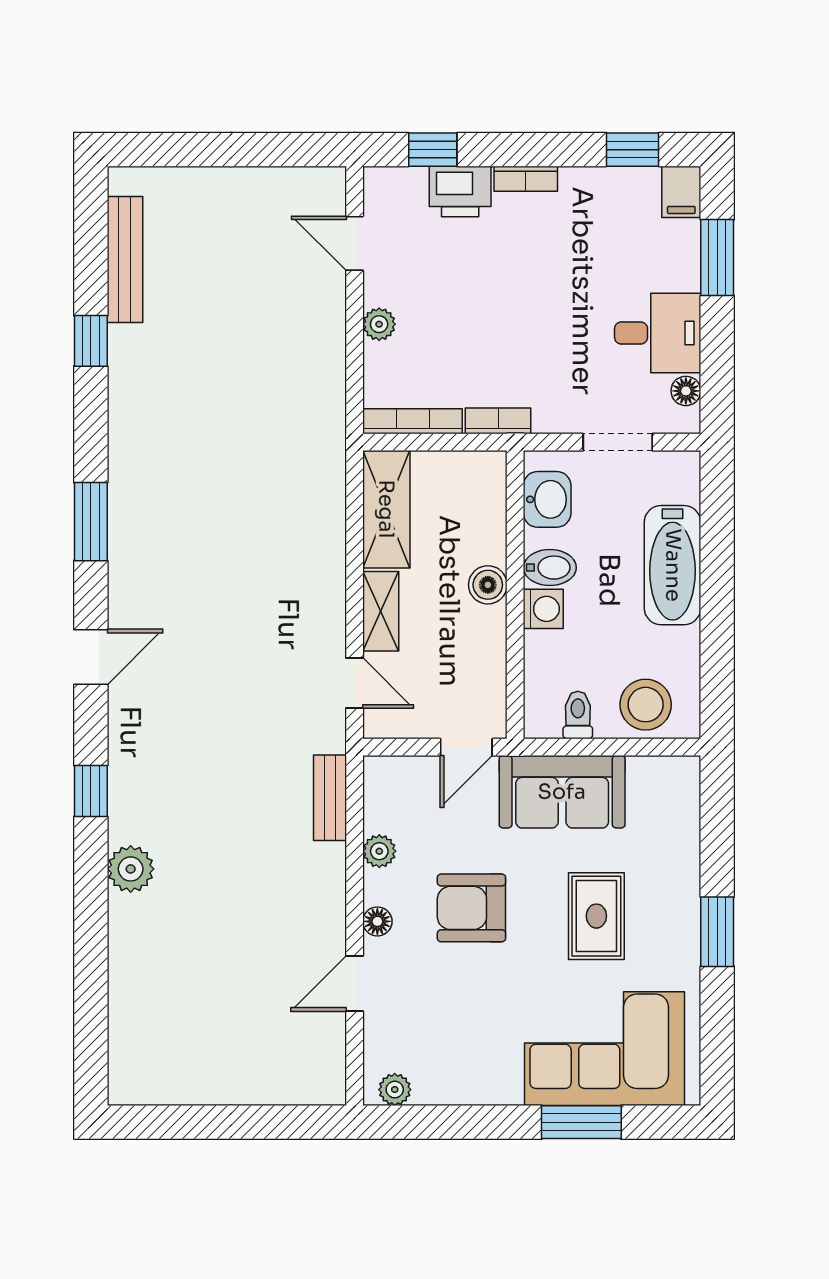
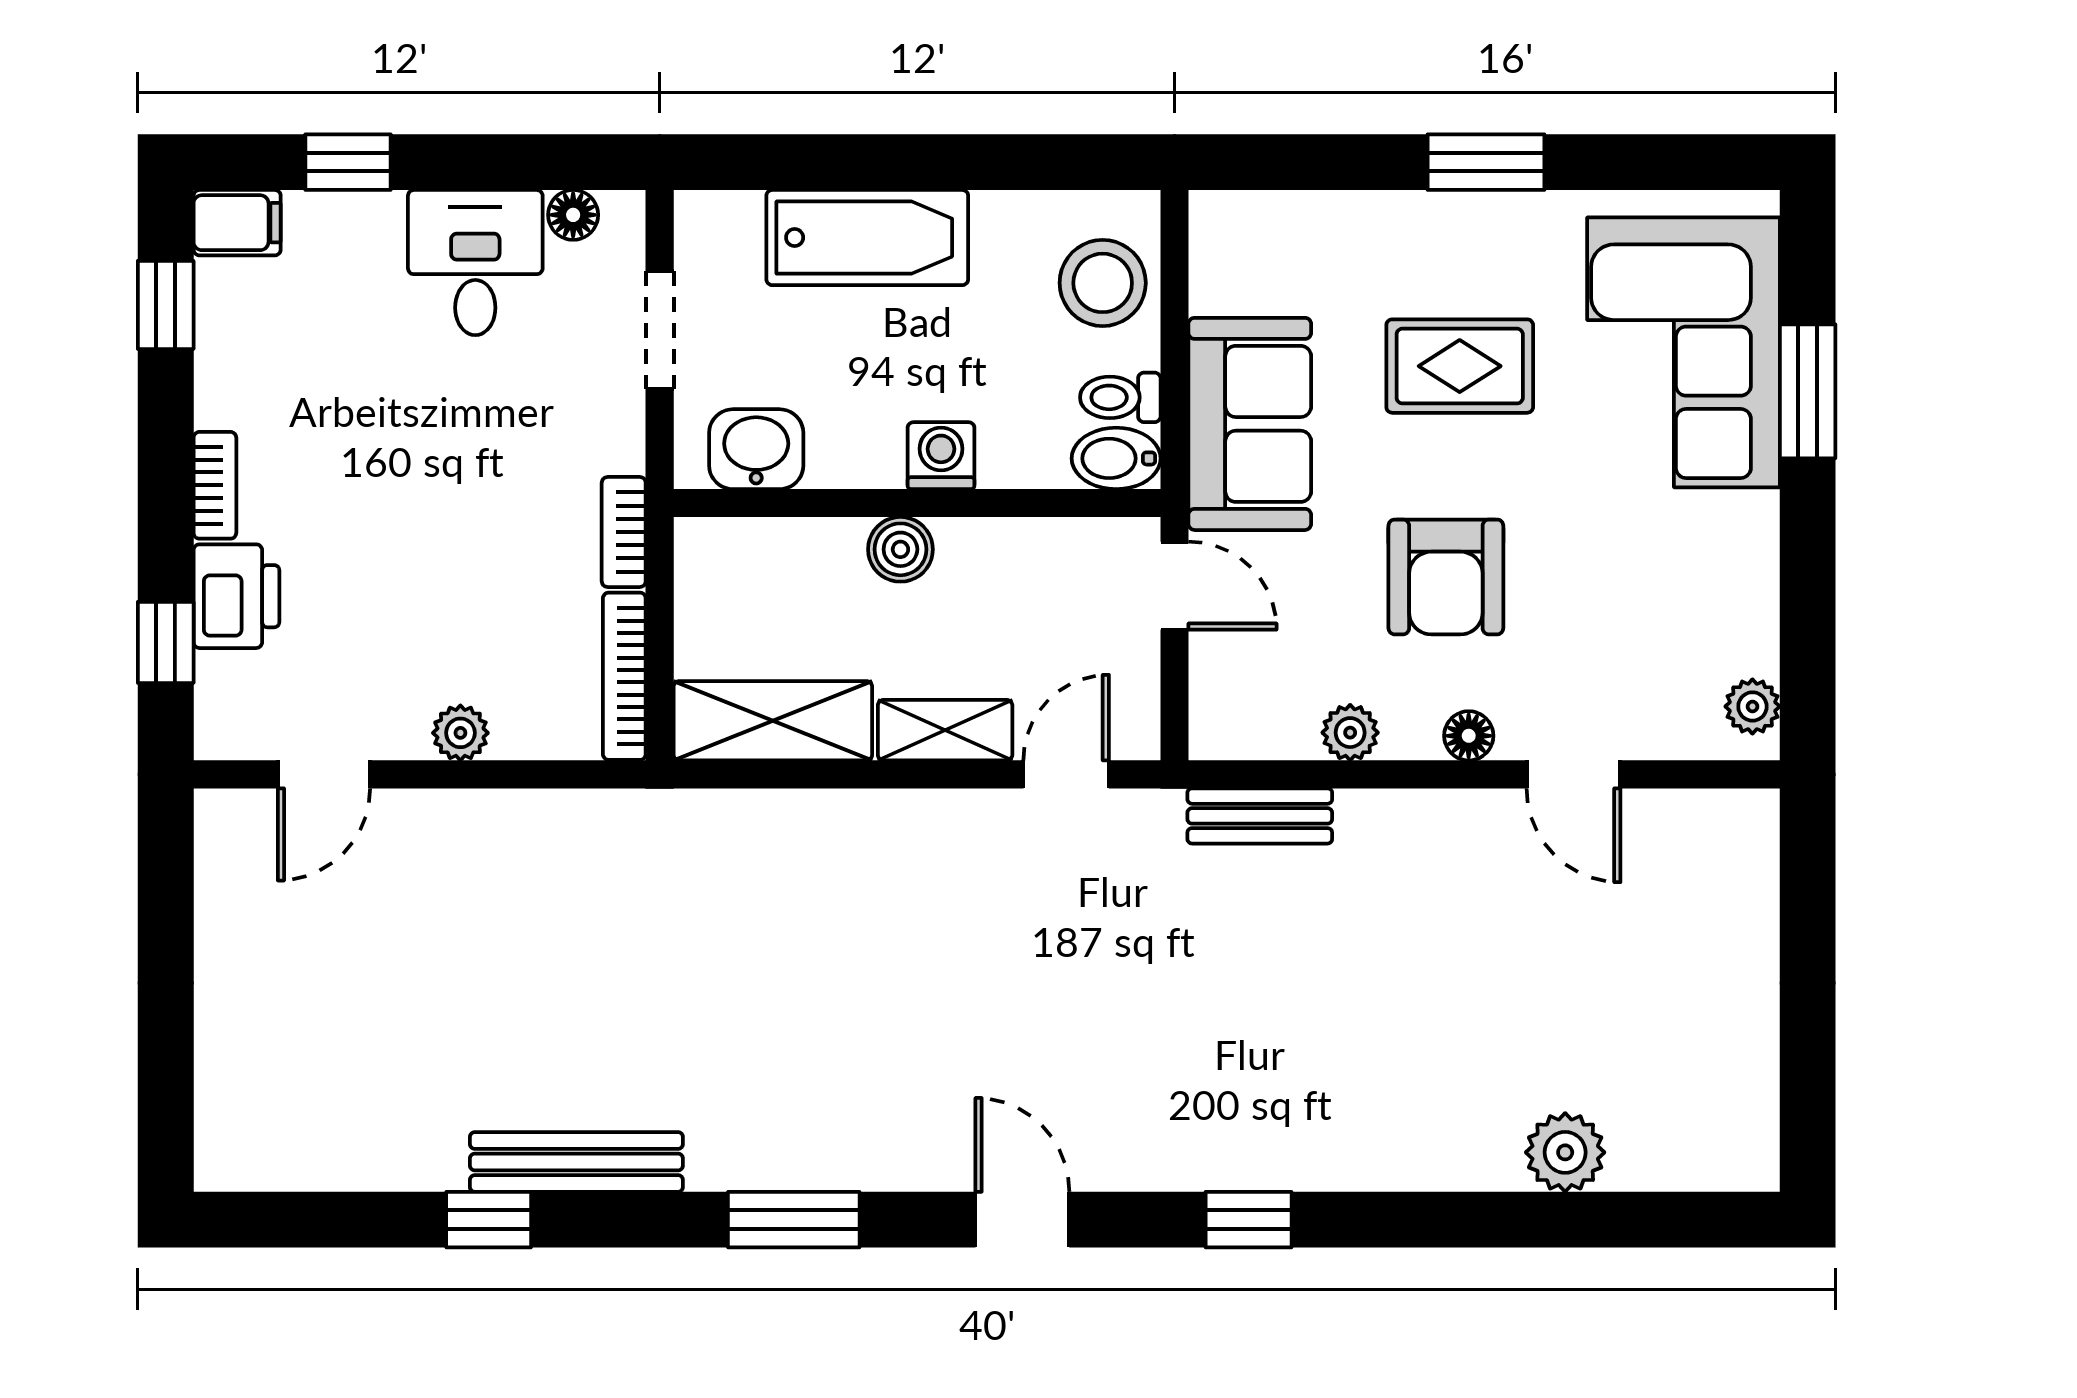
window: (717, 258) -> (348, 162), width x0.67
bench: (125, 260) -> (576, 1162), moved
bidet: (550, 568) -> (1116, 458), moved, turned -90
plant: (131, 869) -> (1565, 1152), moved

